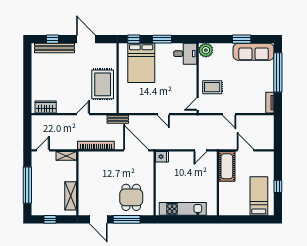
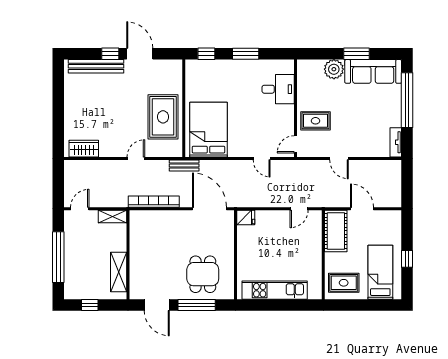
window: (53, 39) -> (110, 54), moved
plant: (206, 50) -> (334, 69), moved
desk: (185, 54) -> (278, 89), moved
bed: (141, 63) -> (208, 130), moved, turned 180
door: (163, 114) -> (262, 158), moved
rug: (232, 204) -> (344, 283), added

